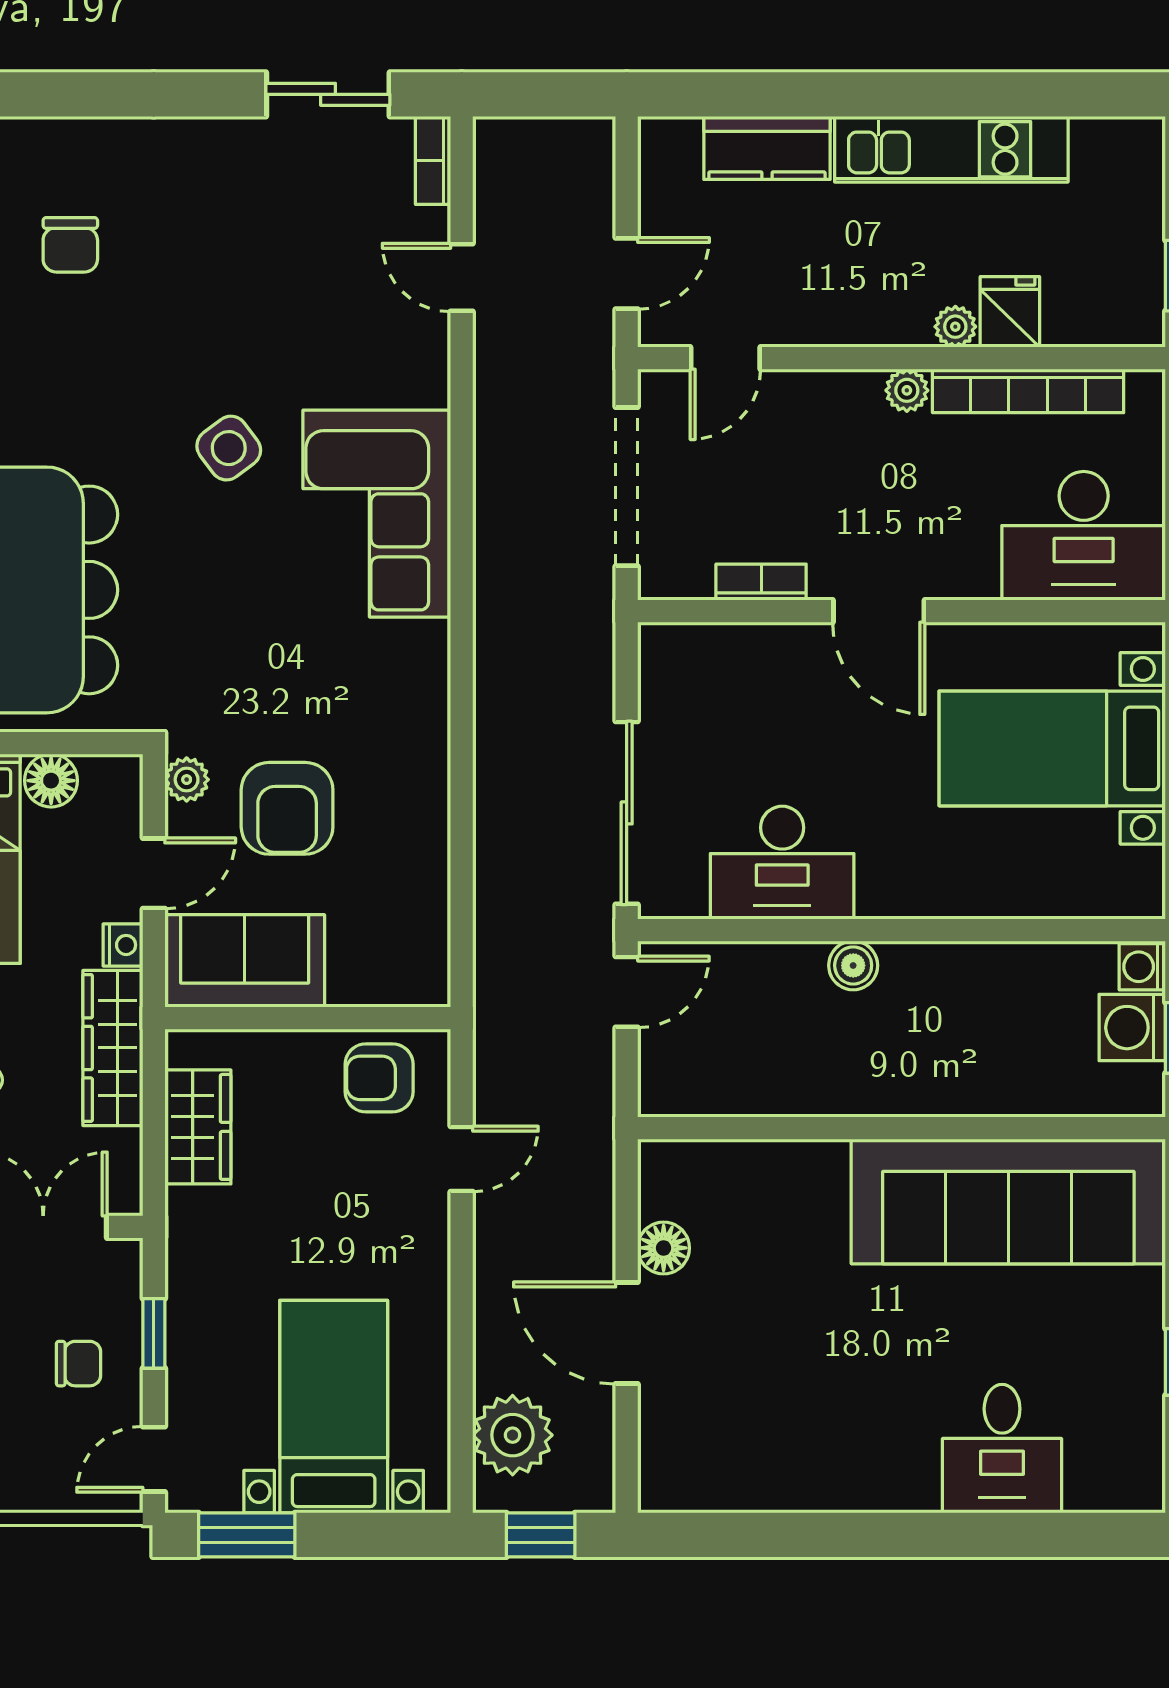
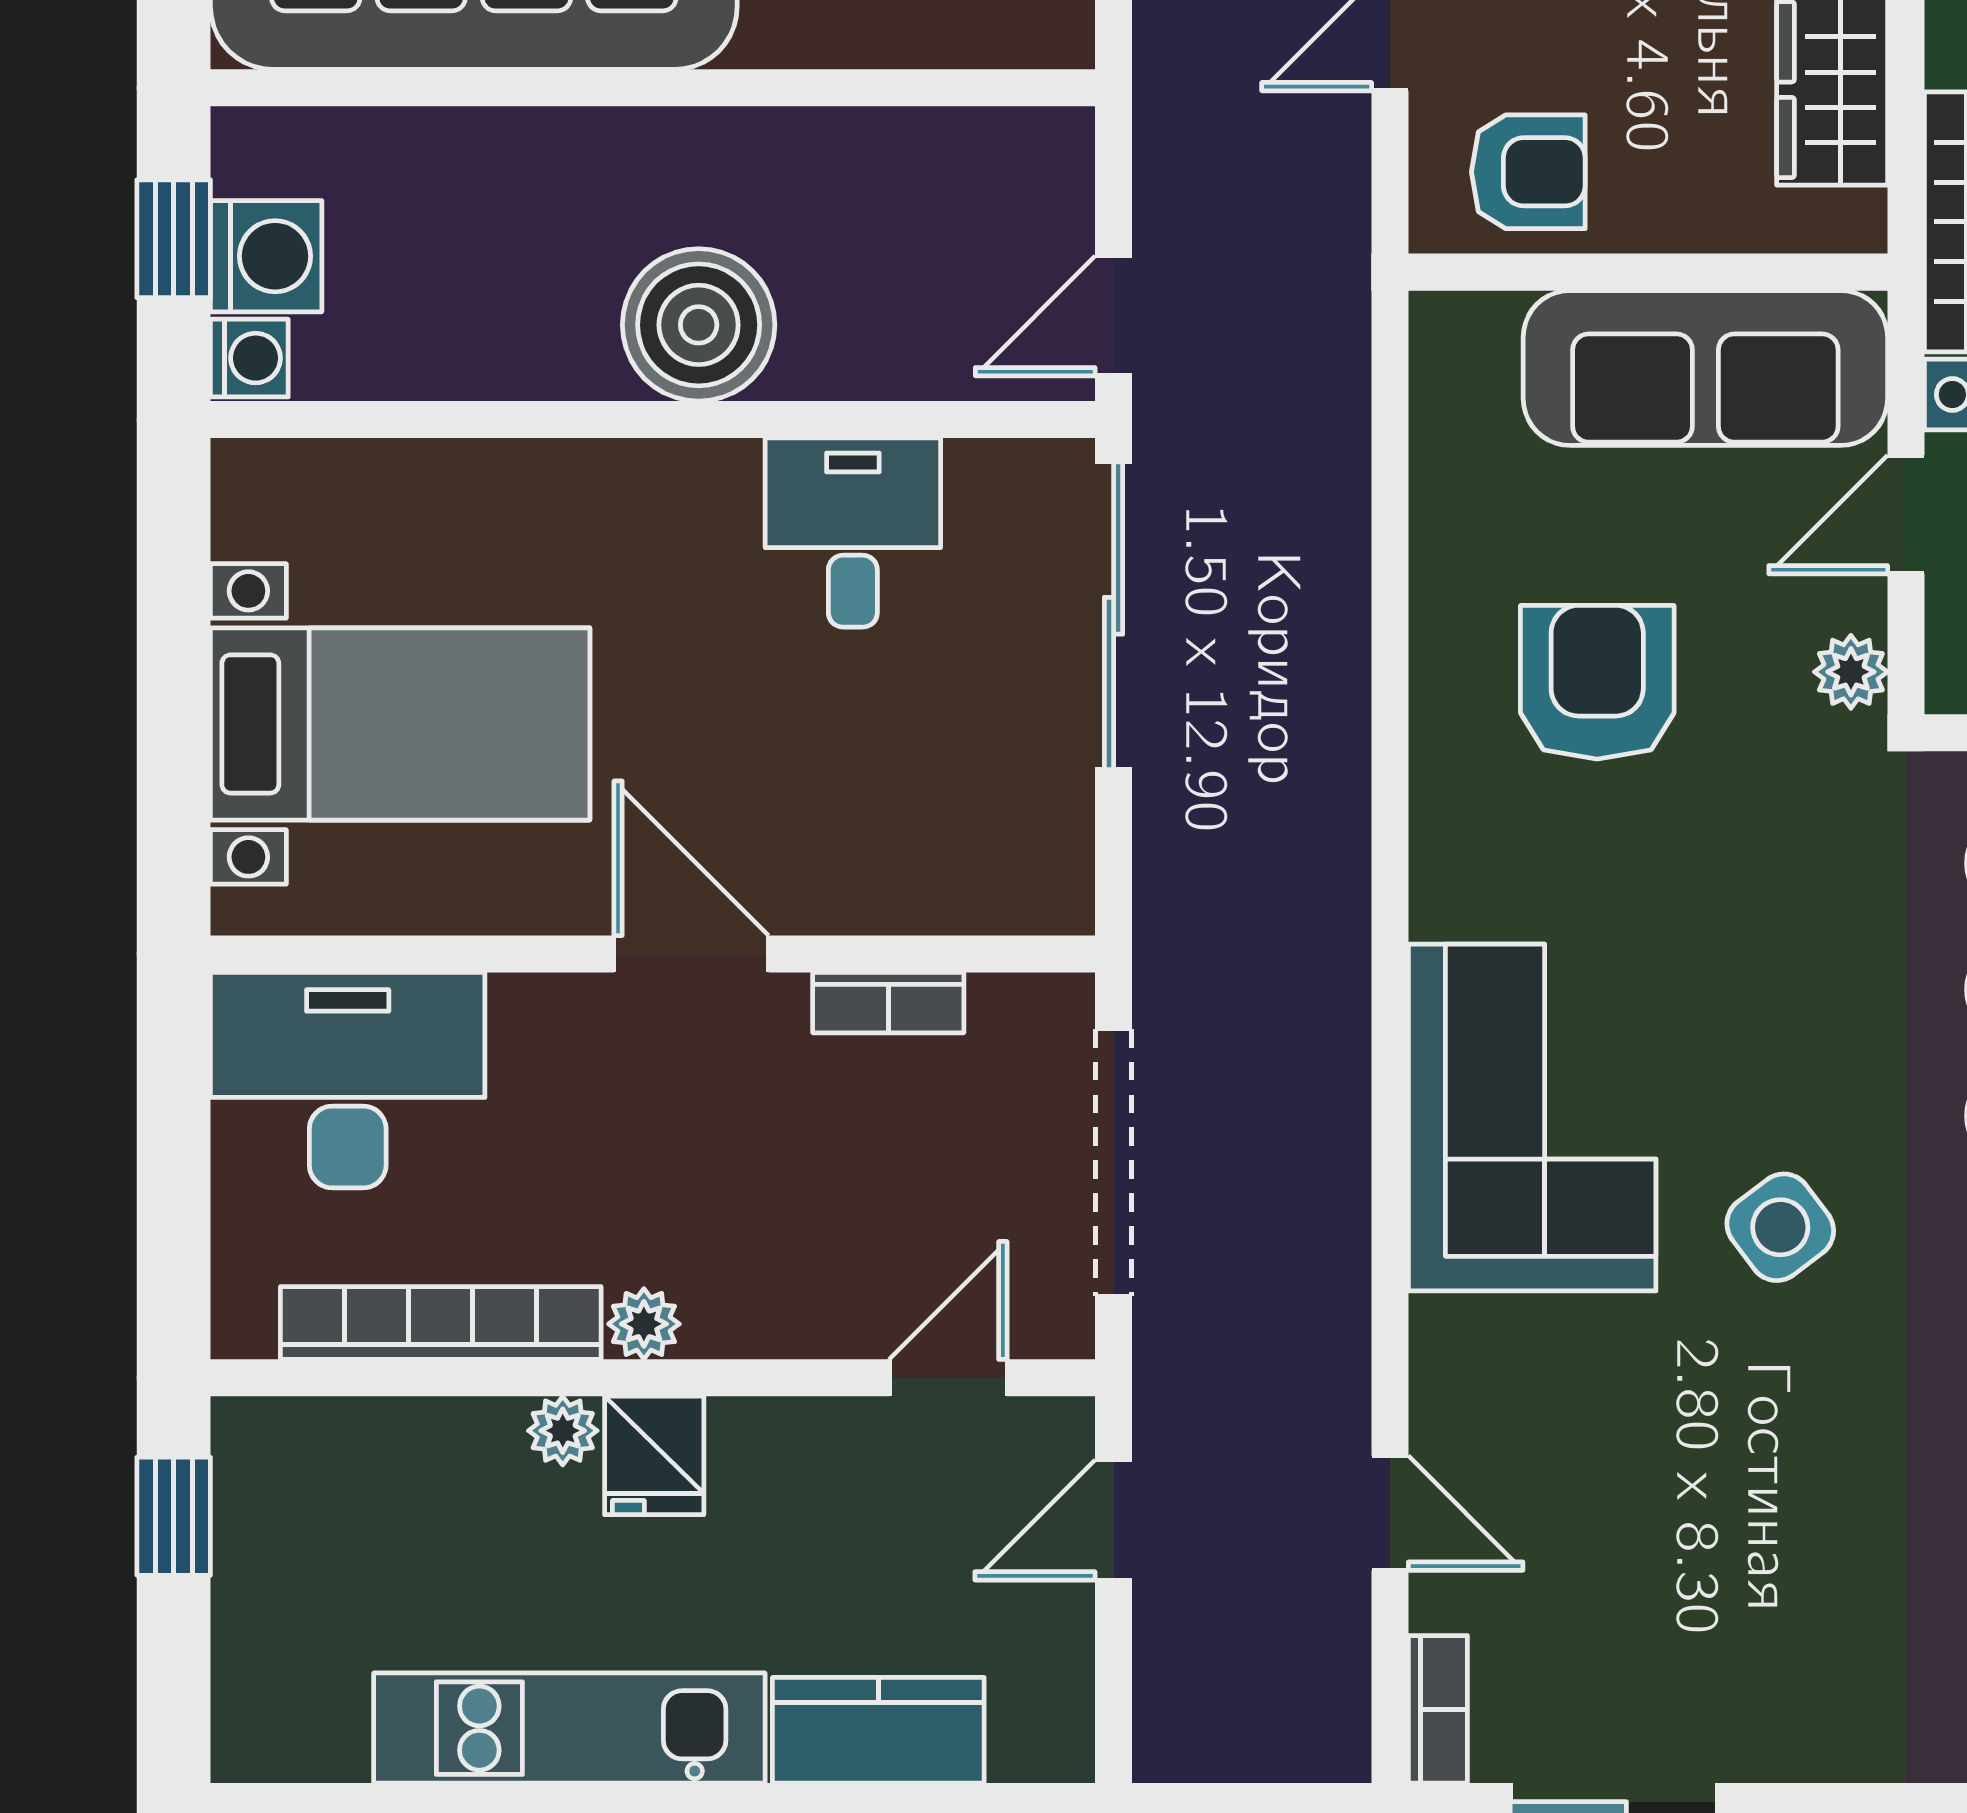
fridge: (1010, 312) -> (654, 1455), moved
armchair: (287, 808) -> (1597, 682), moved
desk: (782, 863) -> (853, 533), width x0.73
sofa: (245, 961) -> (1705, 368), width x1.36
boiler: (853, 965) -> (699, 325), width x1.86, depth x1.86

